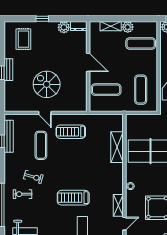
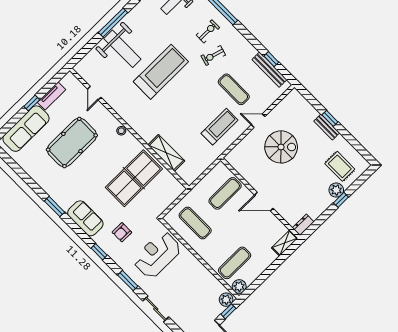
shelving: (111, 26) -> (285, 243), moved
plant: (64, 27) -> (336, 190), moved
plant: (128, 27) -> (239, 286), moved
treadmill: (73, 198) -> (161, 72), width x1.37, depth x1.38
shelving: (118, 205) -> (115, 104), removed

